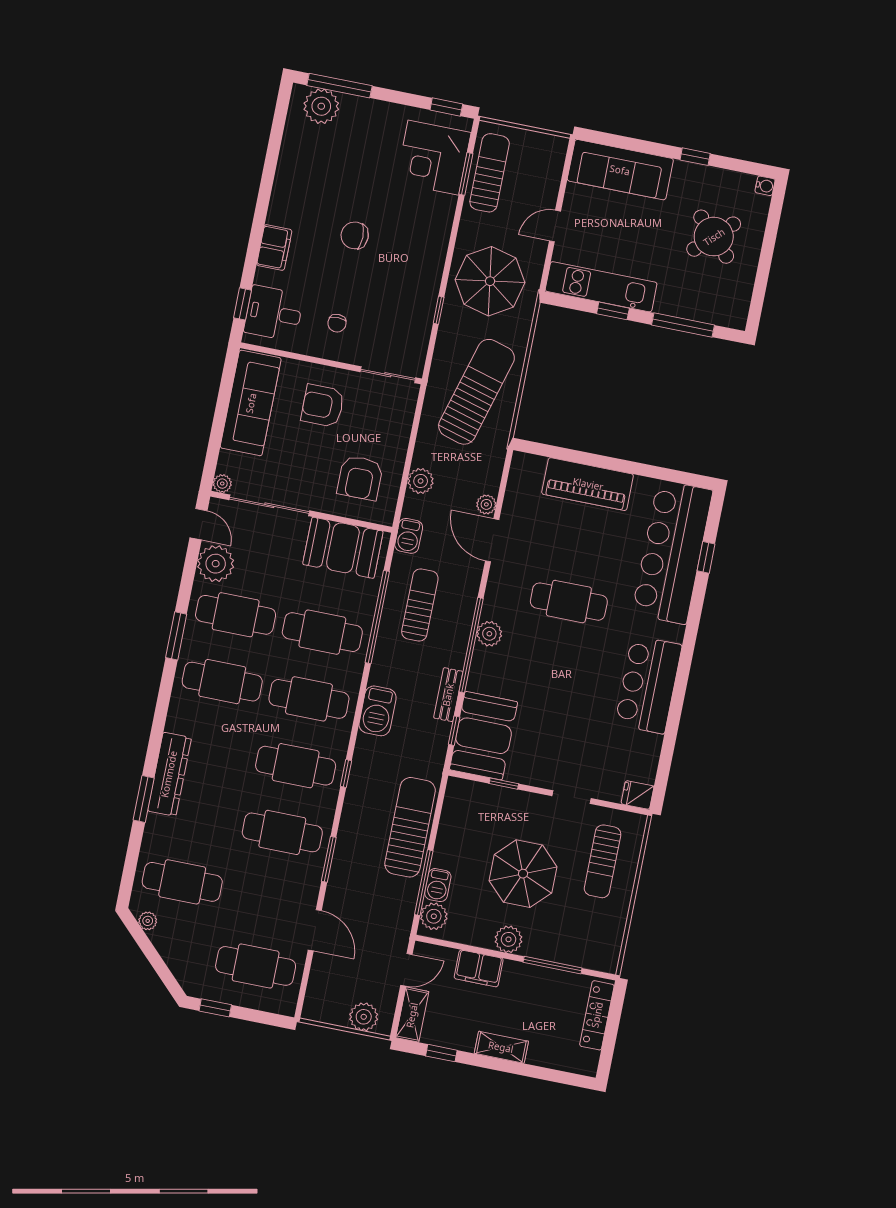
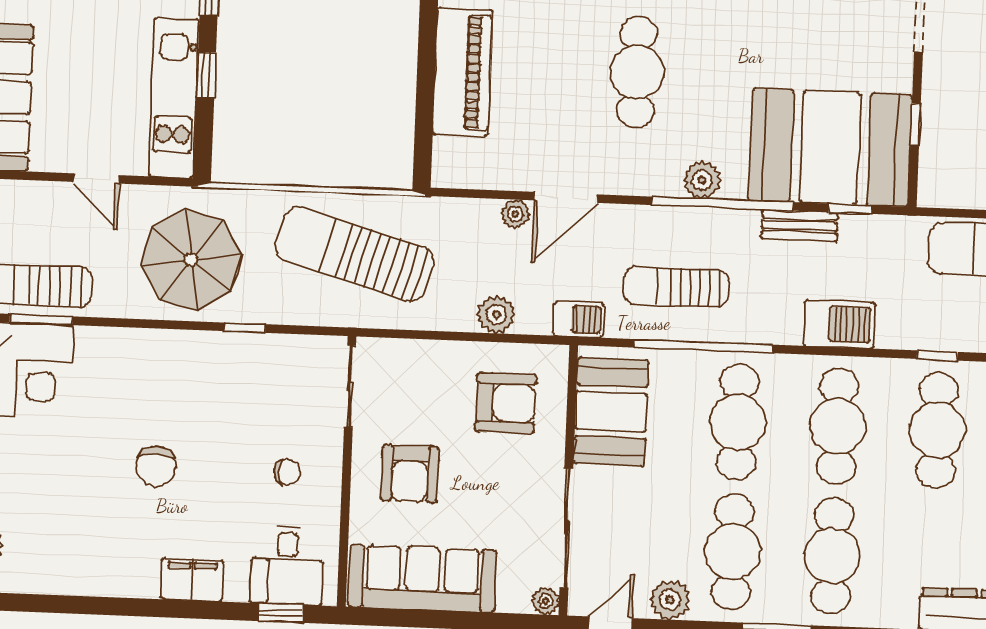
plant: (216, 564) -> (670, 600), width x0.73, depth x0.73
booth: (484, 736) -> (830, 147), width x1.36, depth x1.42

